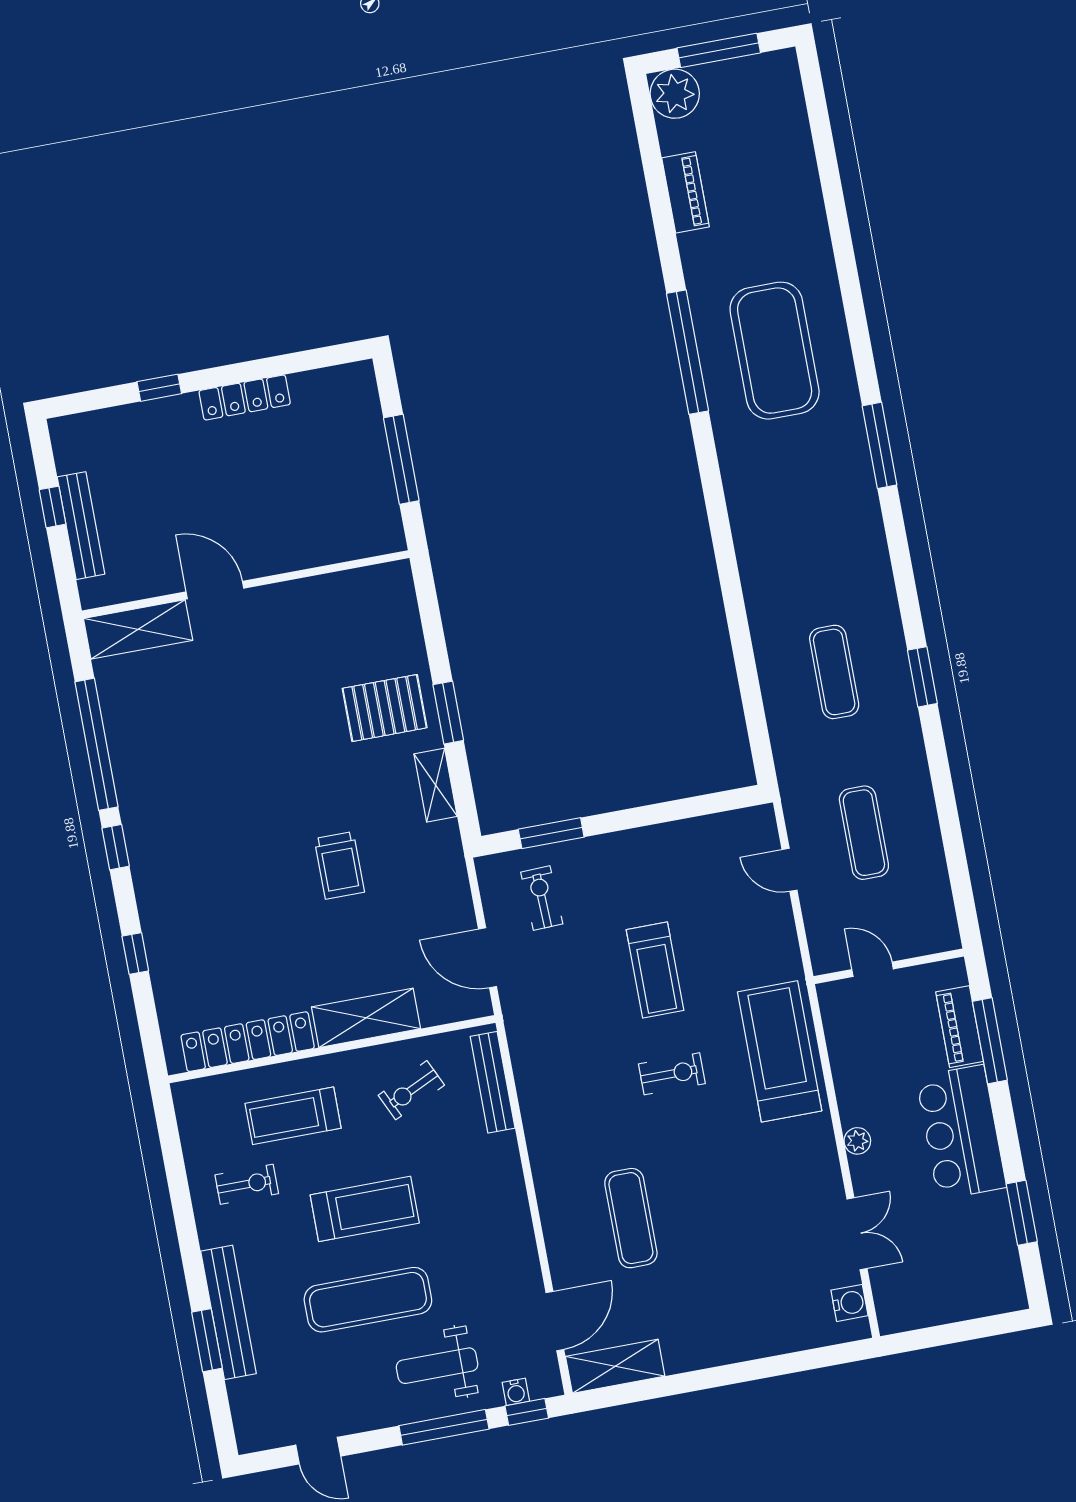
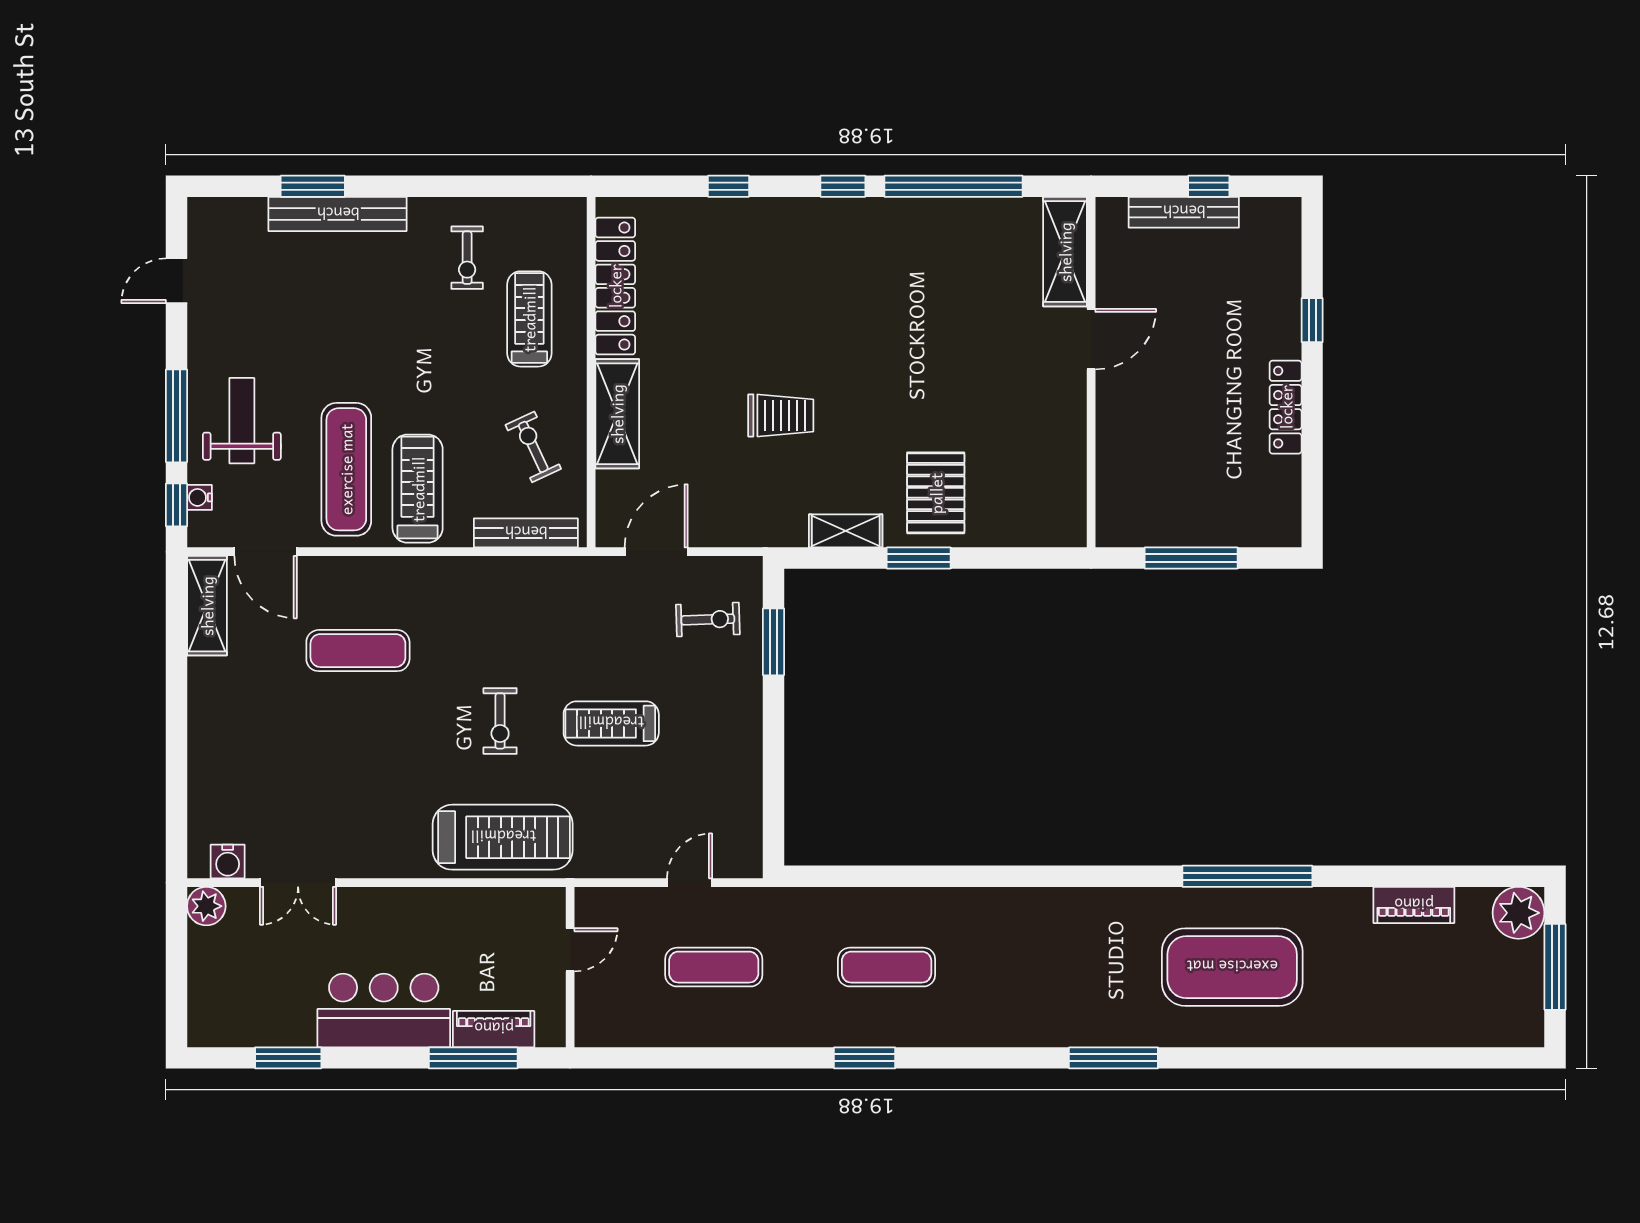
trolley: (339, 865) -> (781, 415), turned 180
plant: (857, 1141) -> (206, 906), moved, width x1.38, depth x1.38
treadmill: (365, 1209) -> (418, 489), moved, turned 180
exercise mat: (368, 1300) -> (346, 469), moved

